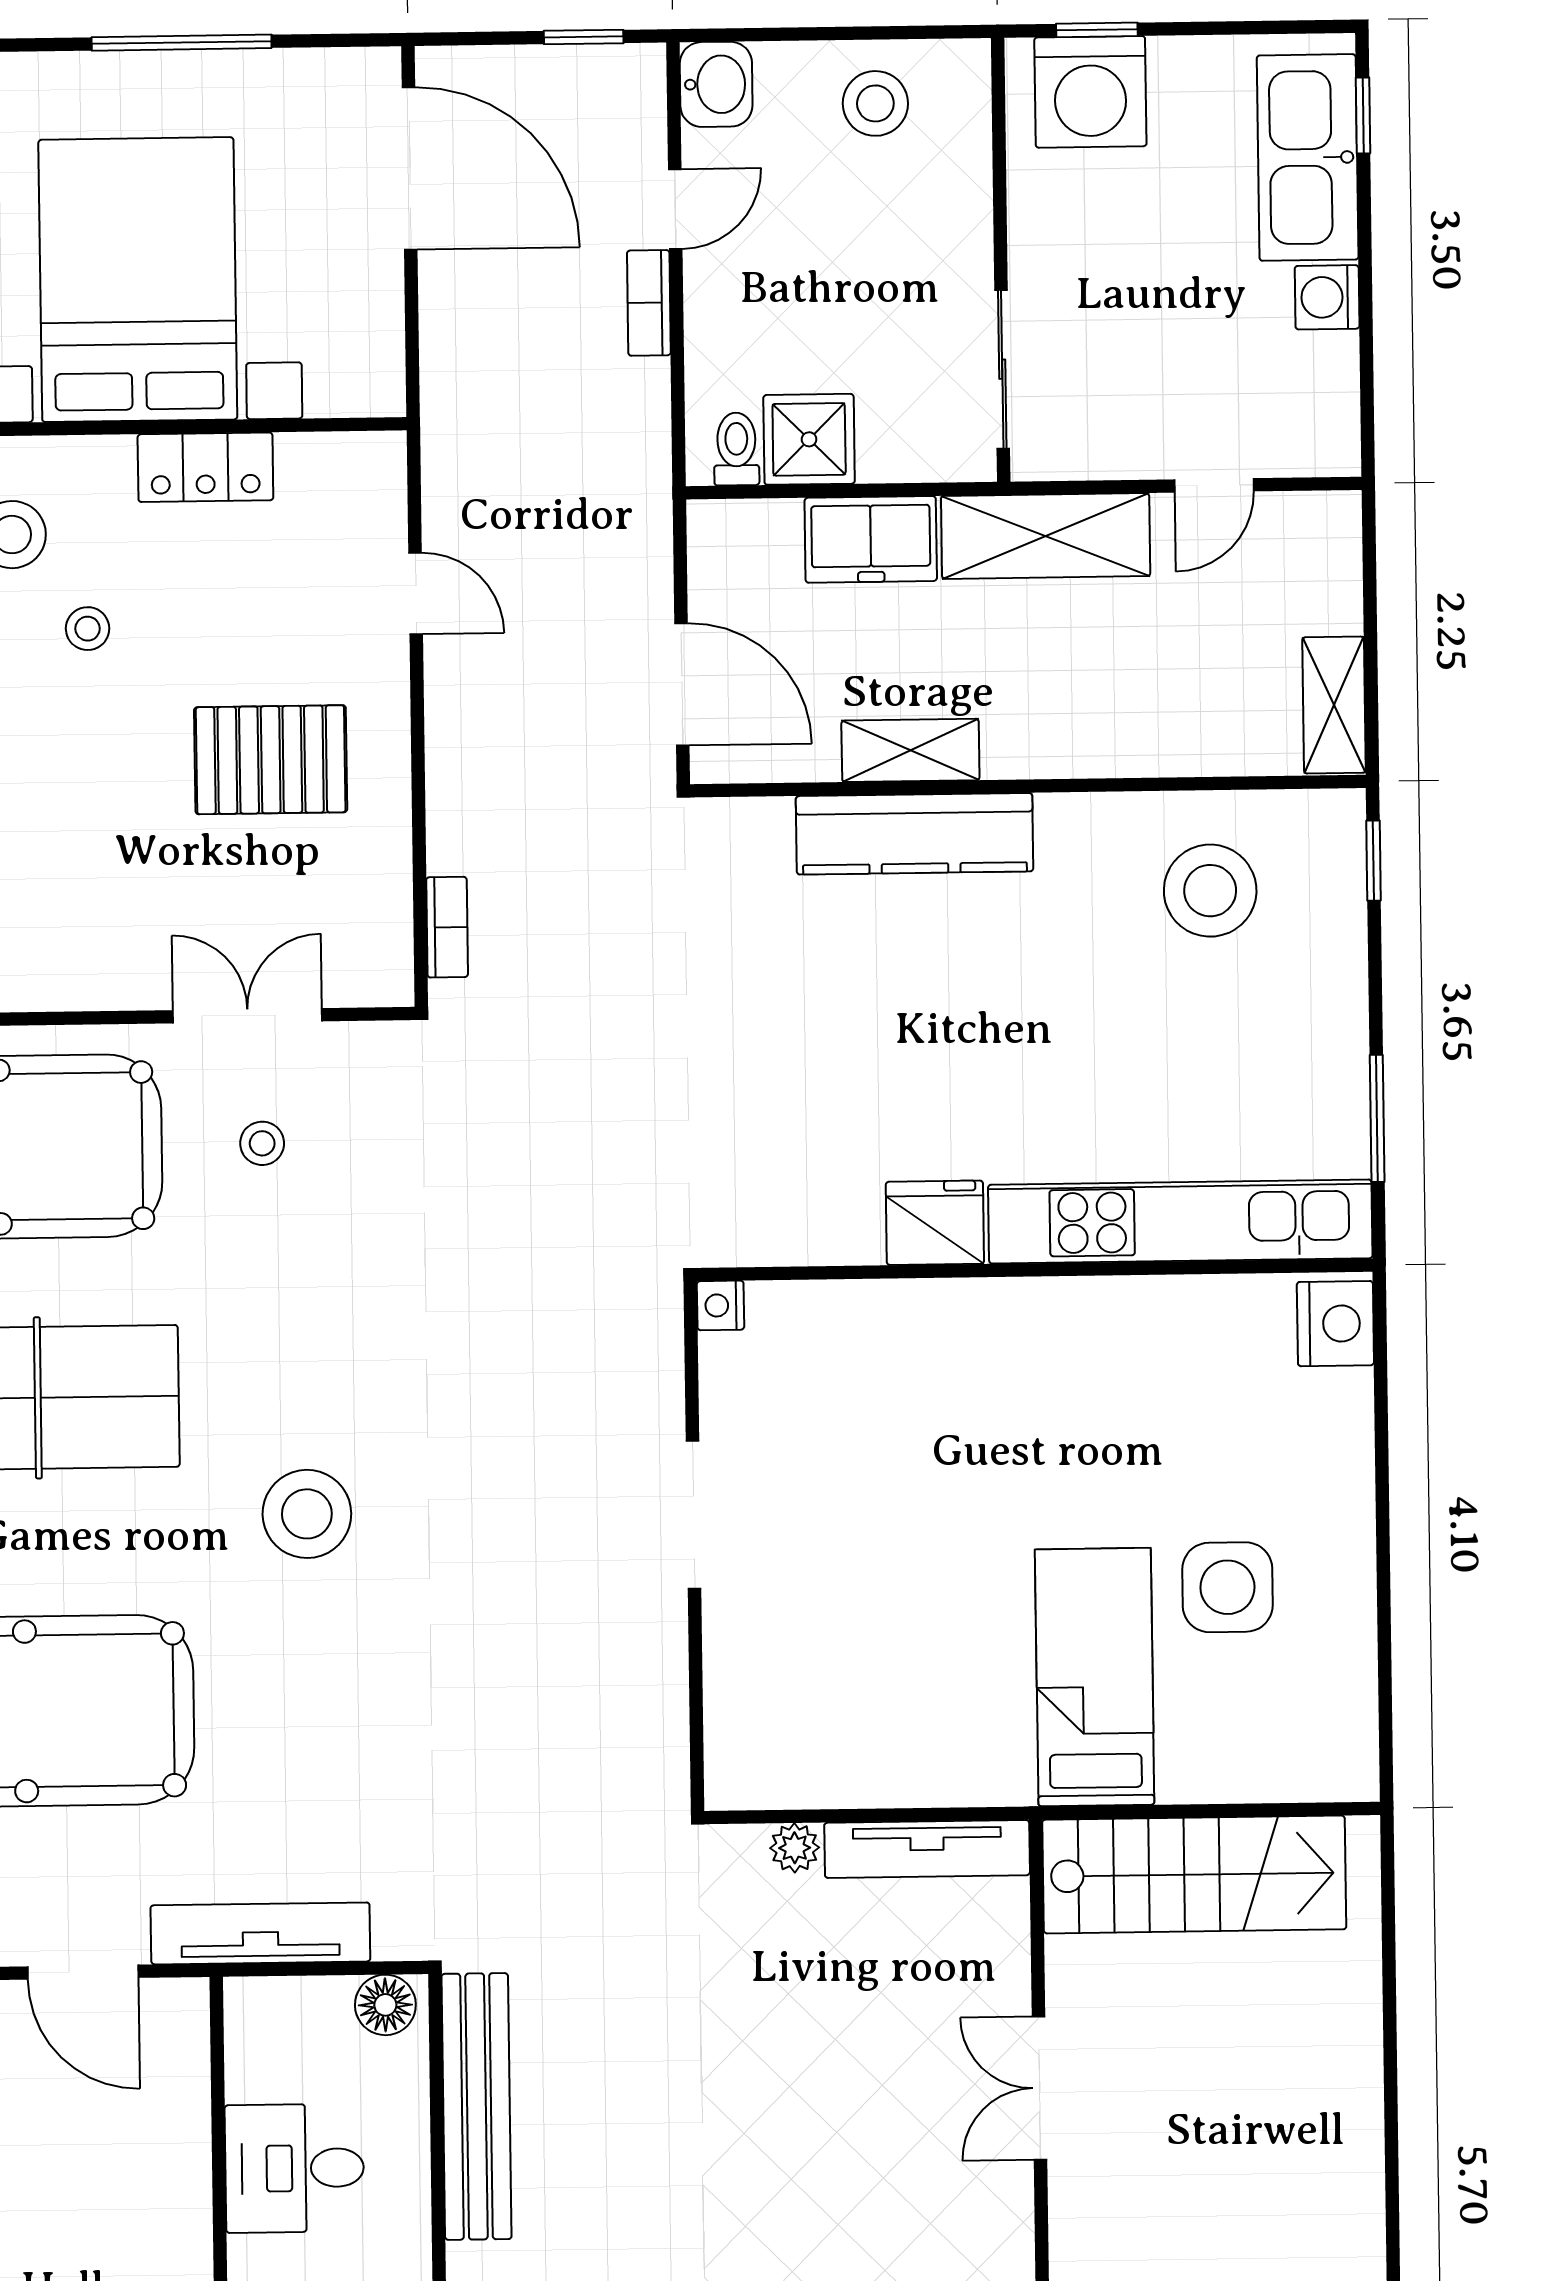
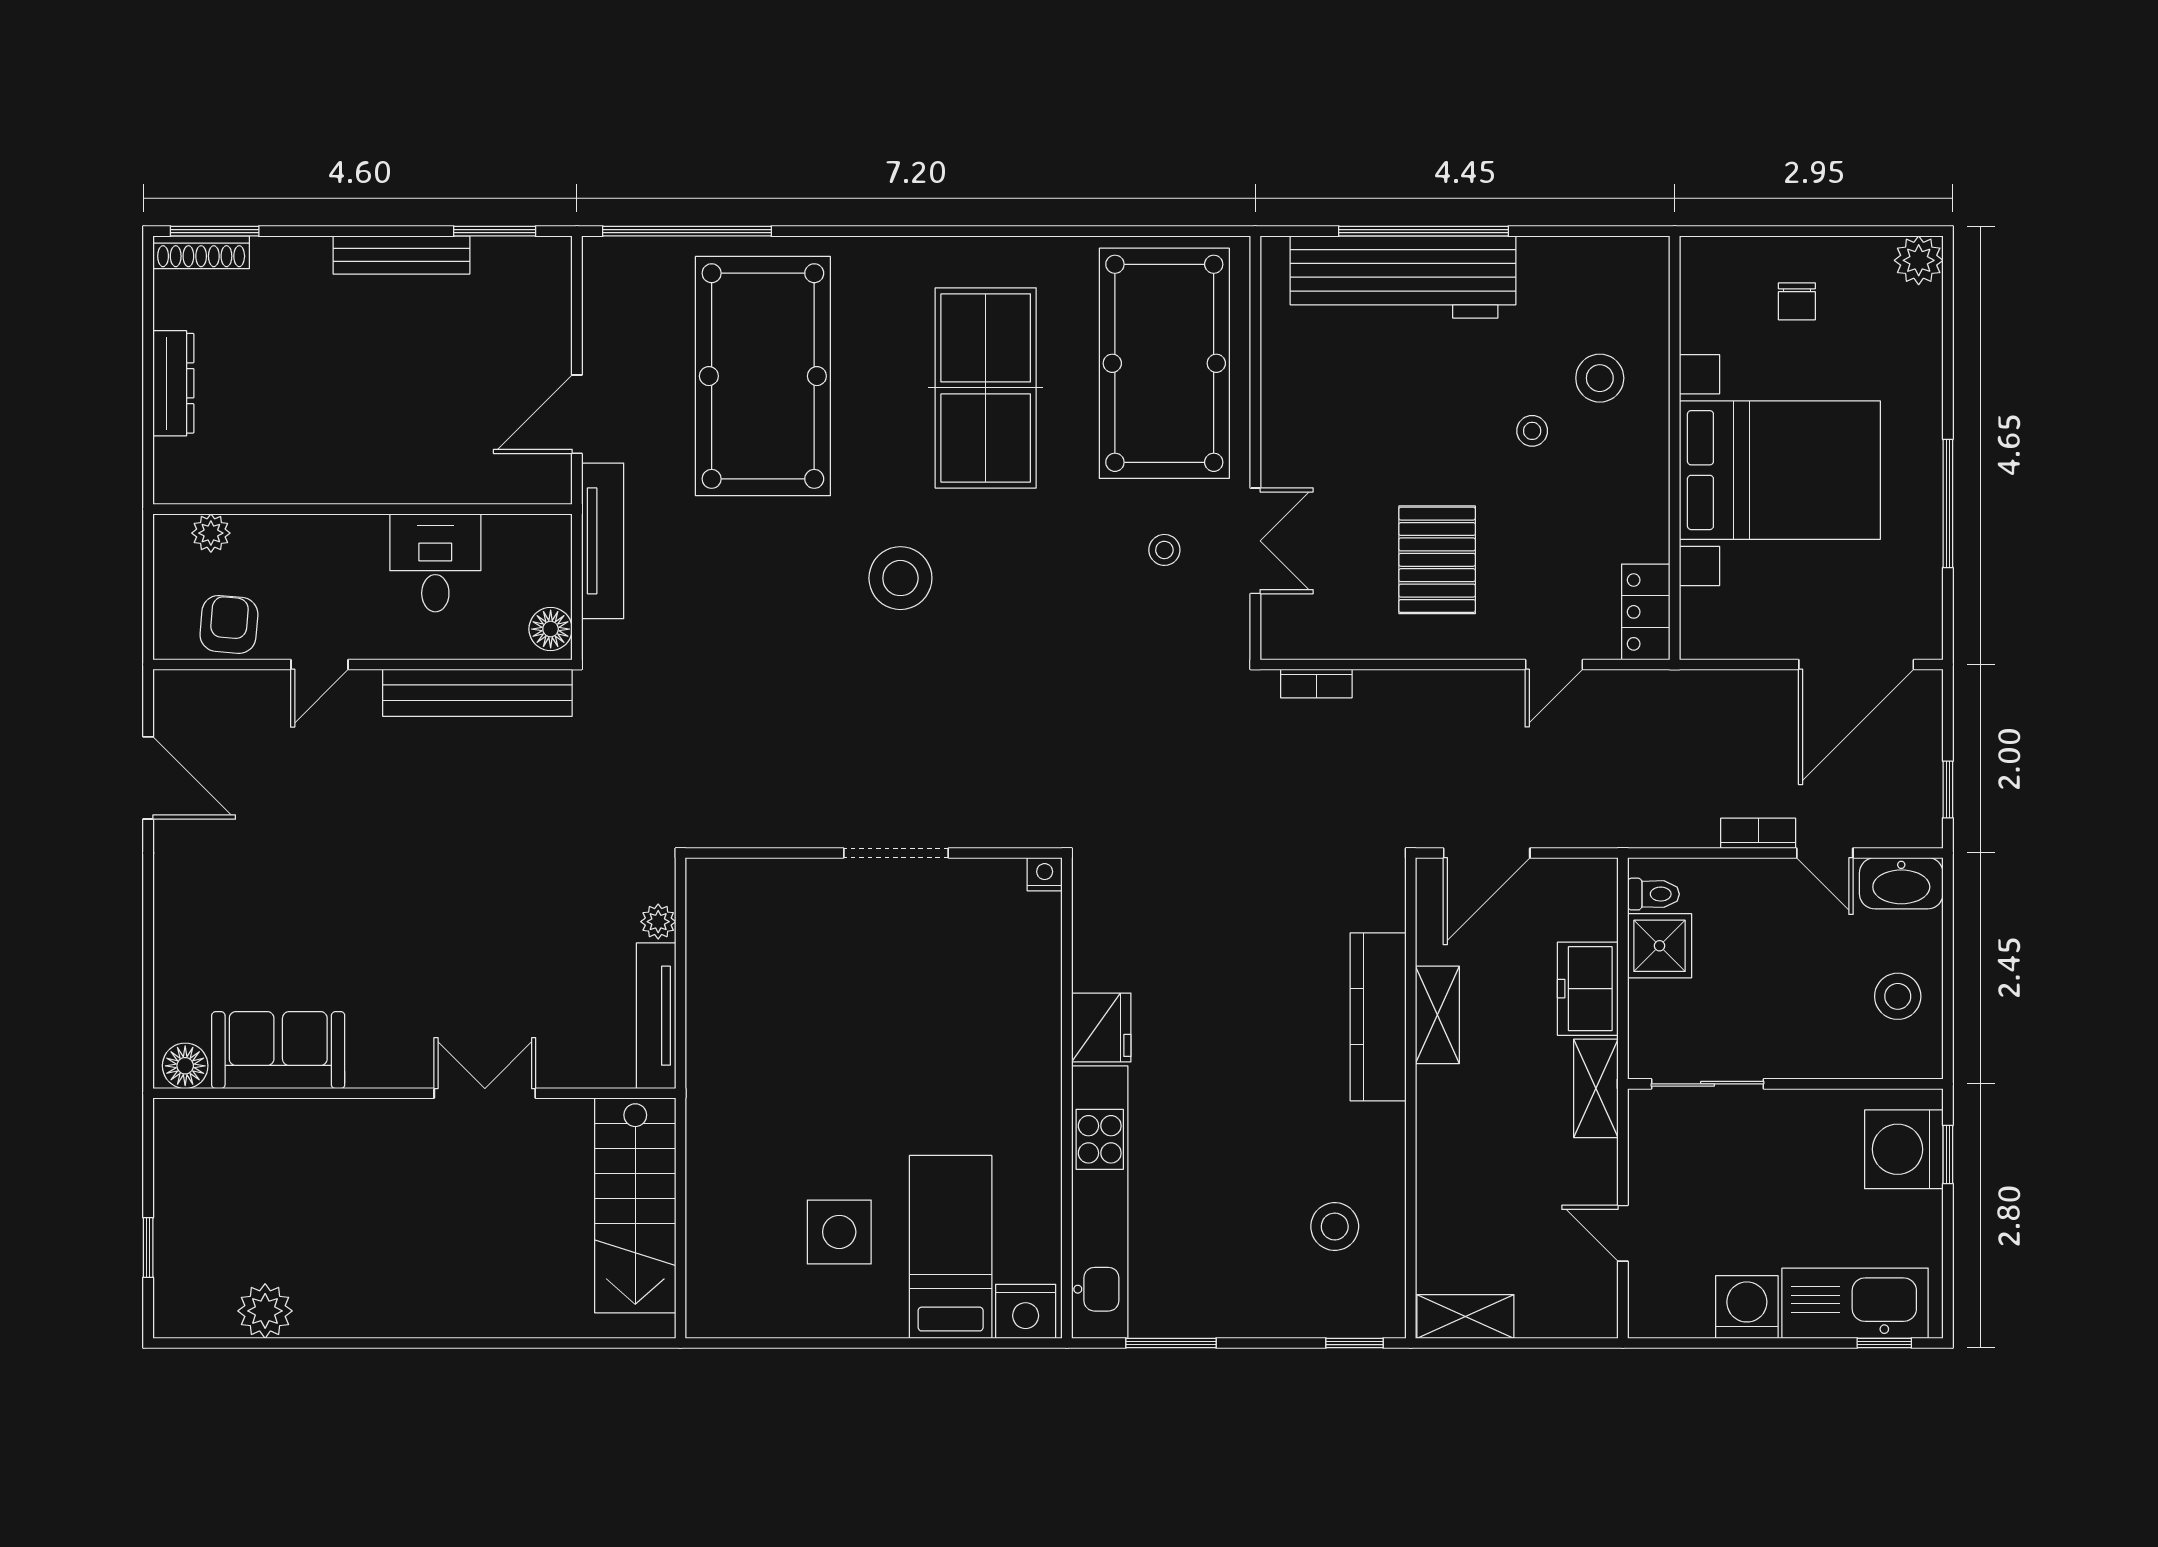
washbasin: (716, 84) -> (1901, 883), width x1.38
washing machine: (1327, 297) -> (1747, 1307), width x1.38, depth x1.38
locker: (205, 467) -> (1646, 612), moved
shelving: (1046, 536) -> (1596, 1088), width x0.67, depth x0.75
stool: (1210, 891) -> (1335, 1227), width x0.73, depth x0.73
bed: (1095, 1677) -> (951, 1247), moved, turned -90

